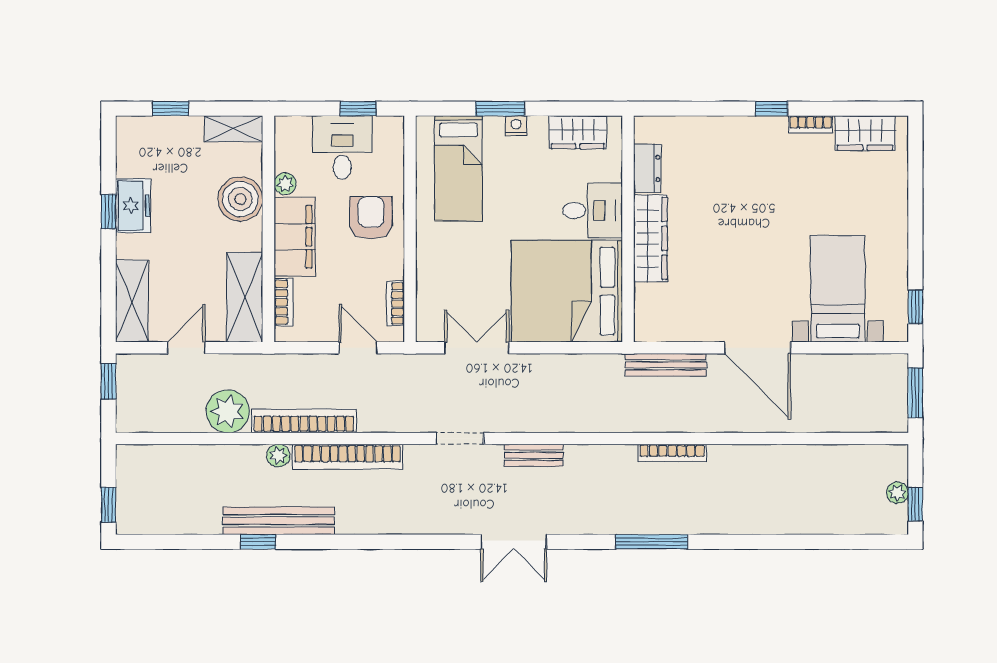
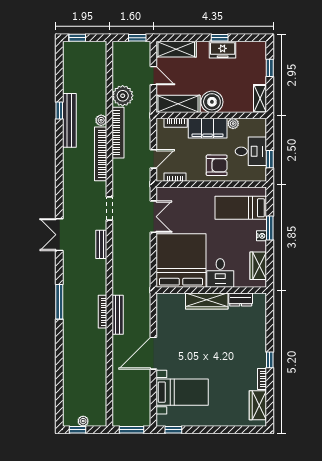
boiler: (240, 199) -> (212, 102), moved
bench: (666, 365) -> (118, 315), moved

